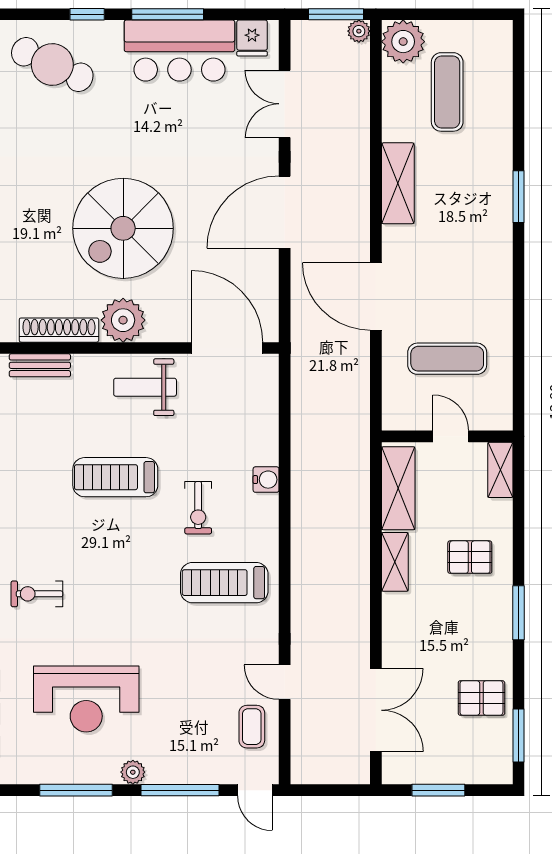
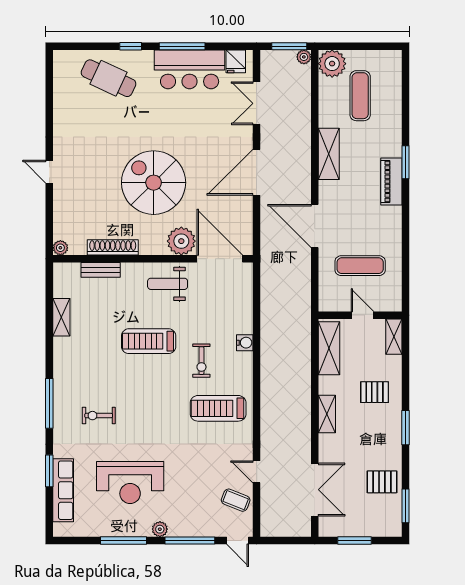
piano: (496, 227) -> (391, 182), added
spiral stairs: (123, 228) -> (154, 183), turned 90
plant: (123, 320) -> (181, 241), moved
shelving: (395, 562) -> (327, 414), moved
coffee table: (252, 727) -> (236, 500), turned -68

